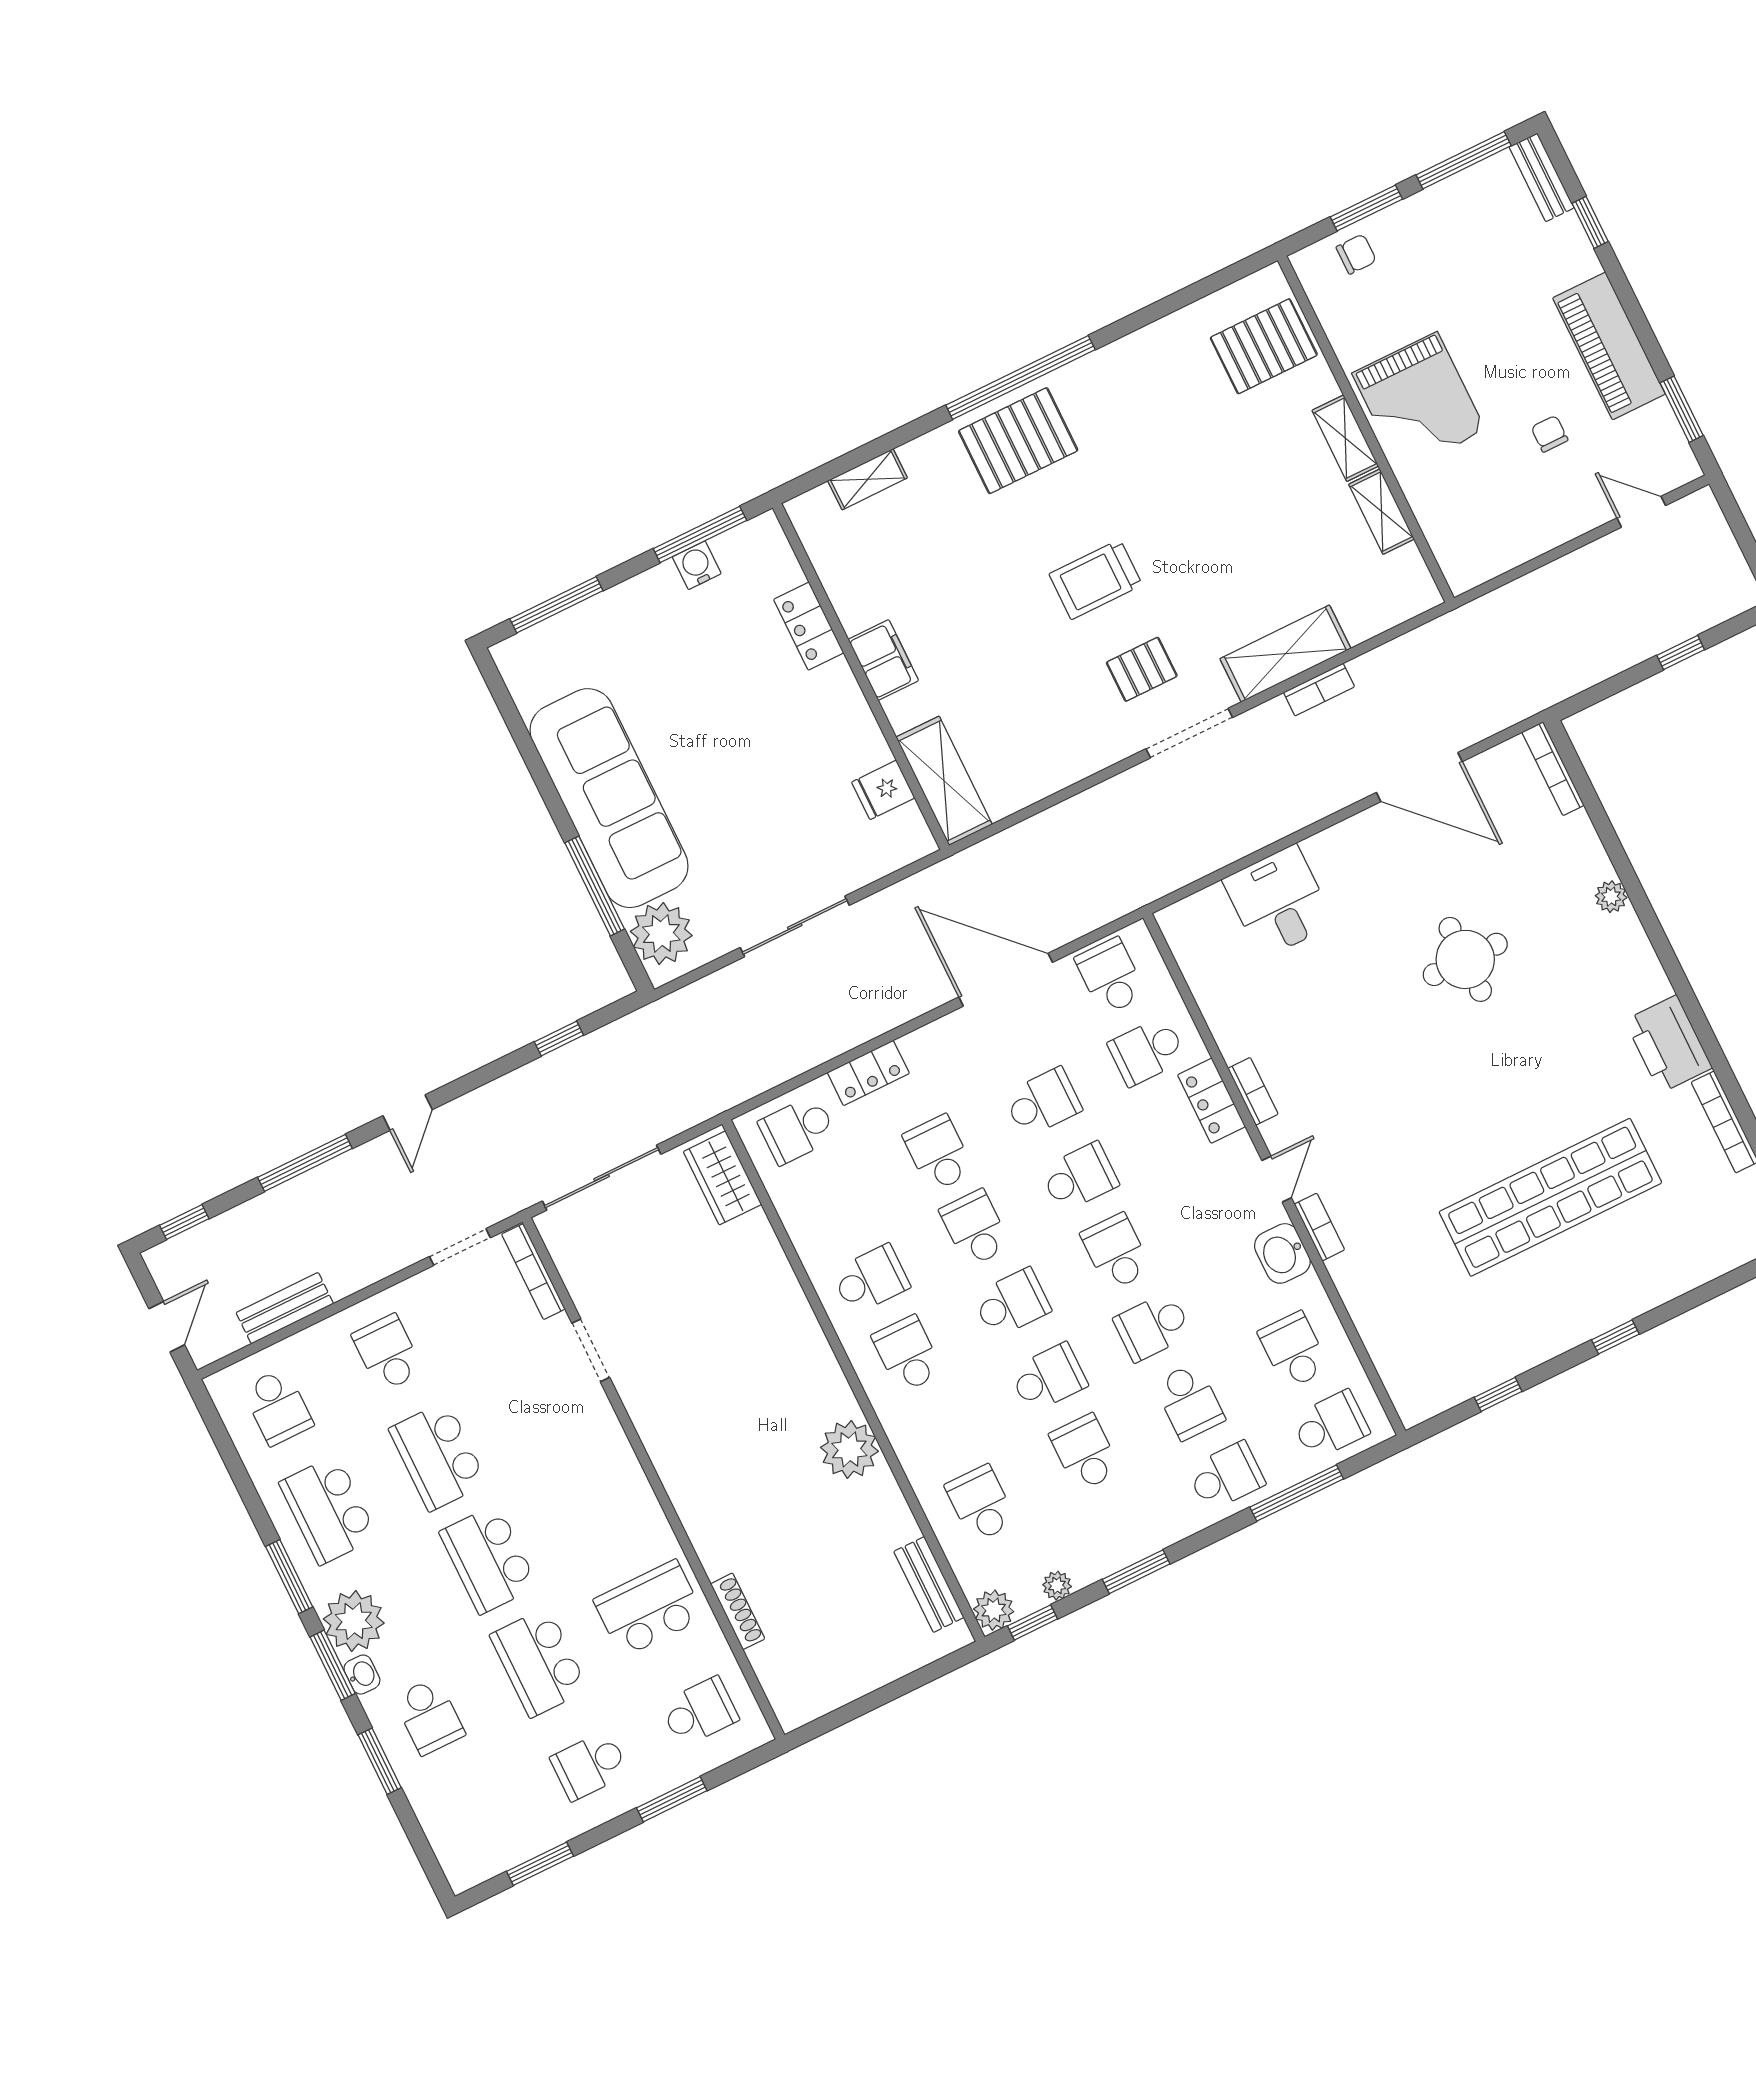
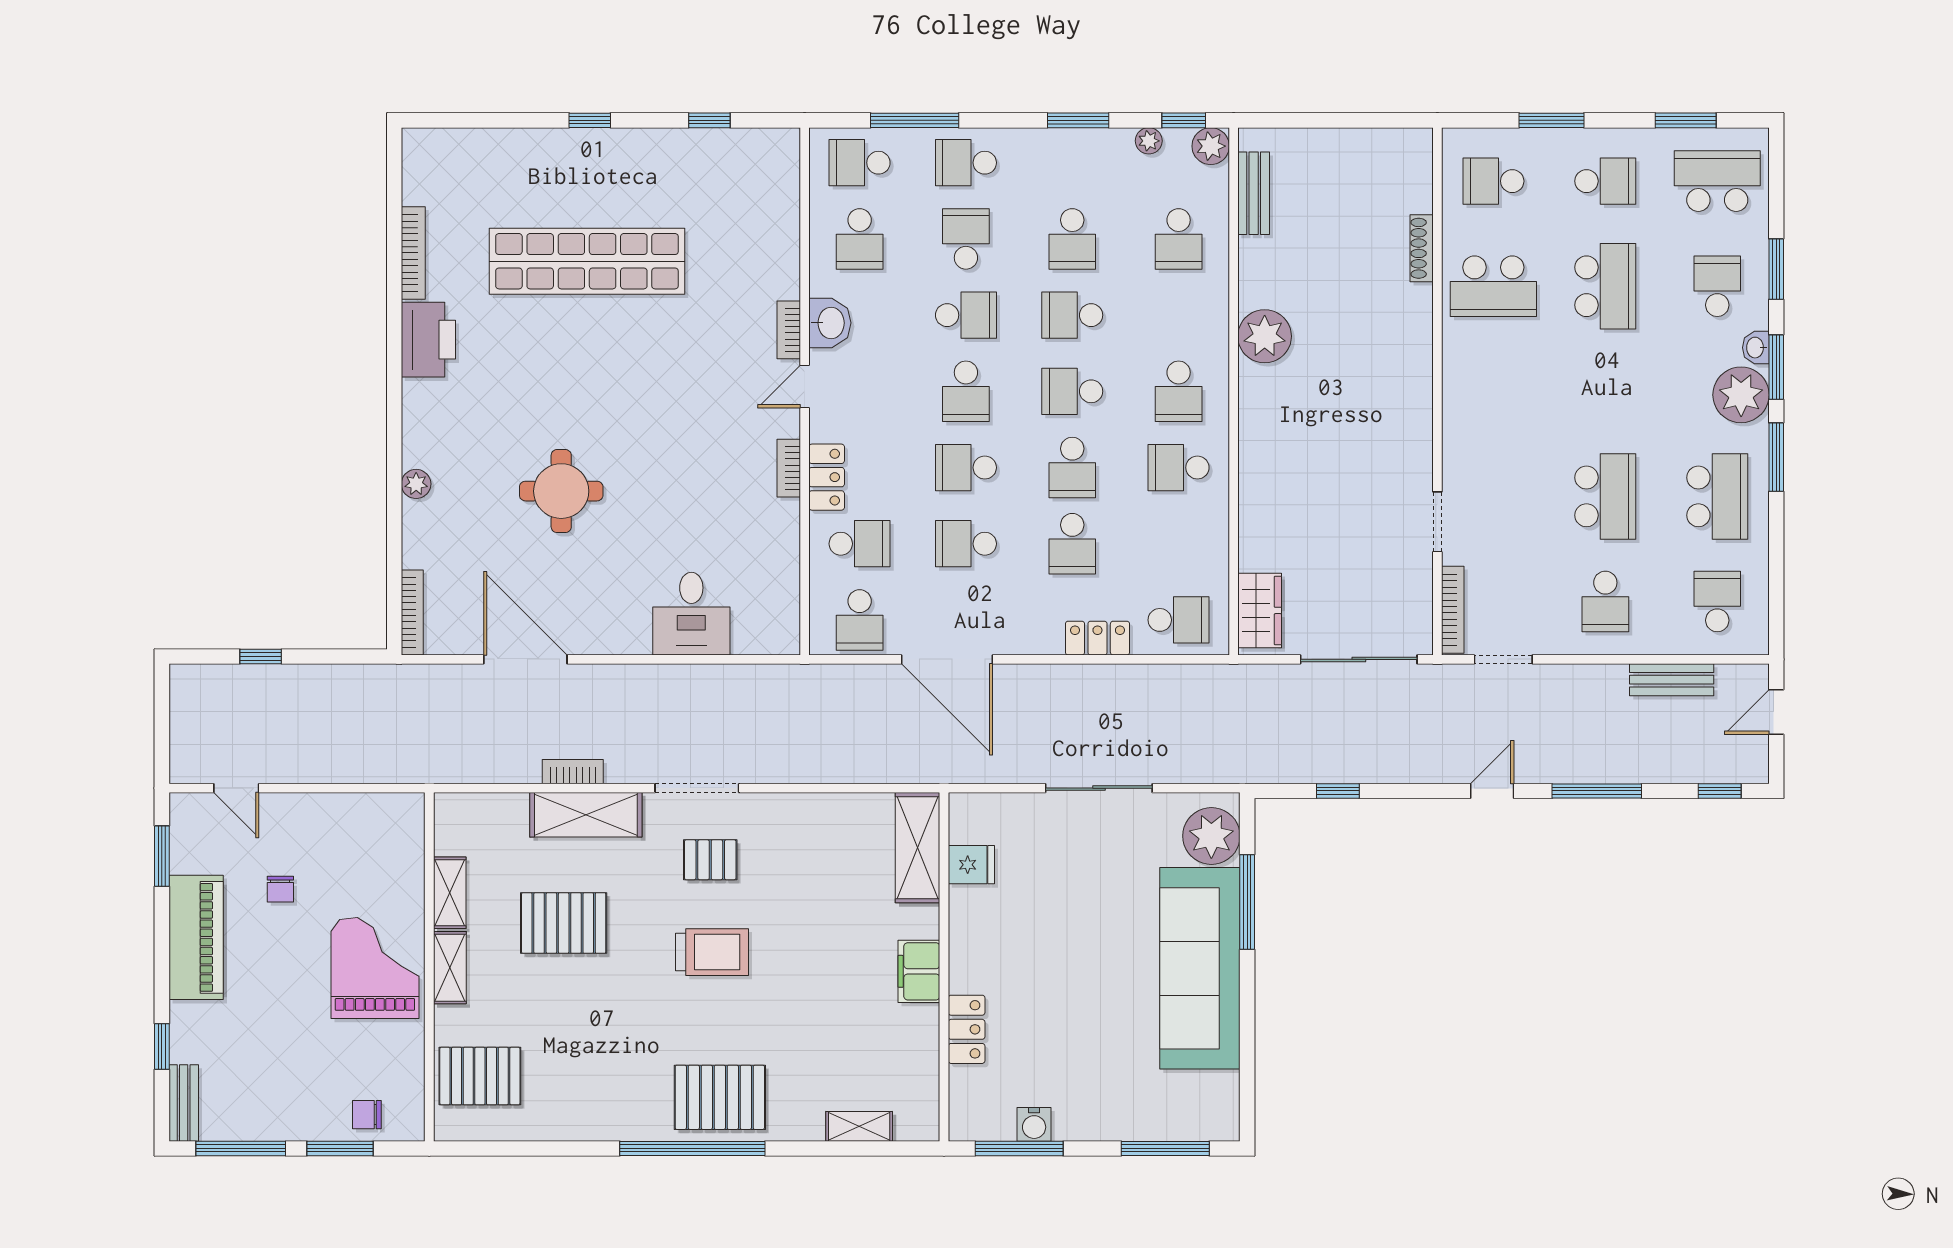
pallet: (1255, 537) -> (564, 923), added
school desk: (489, 1559) -> (1717, 181), moved, turned -90

